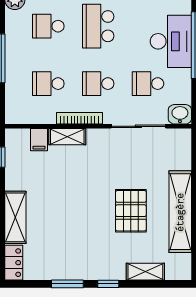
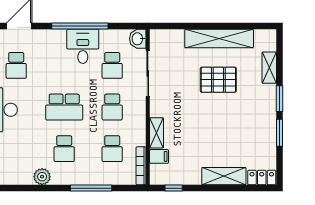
desk: (171, 41) -> (83, 46), width x0.73
bookcase: (79, 118) -> (141, 166), moved
window: (108, 284) -> (279, 99), width x1.50

